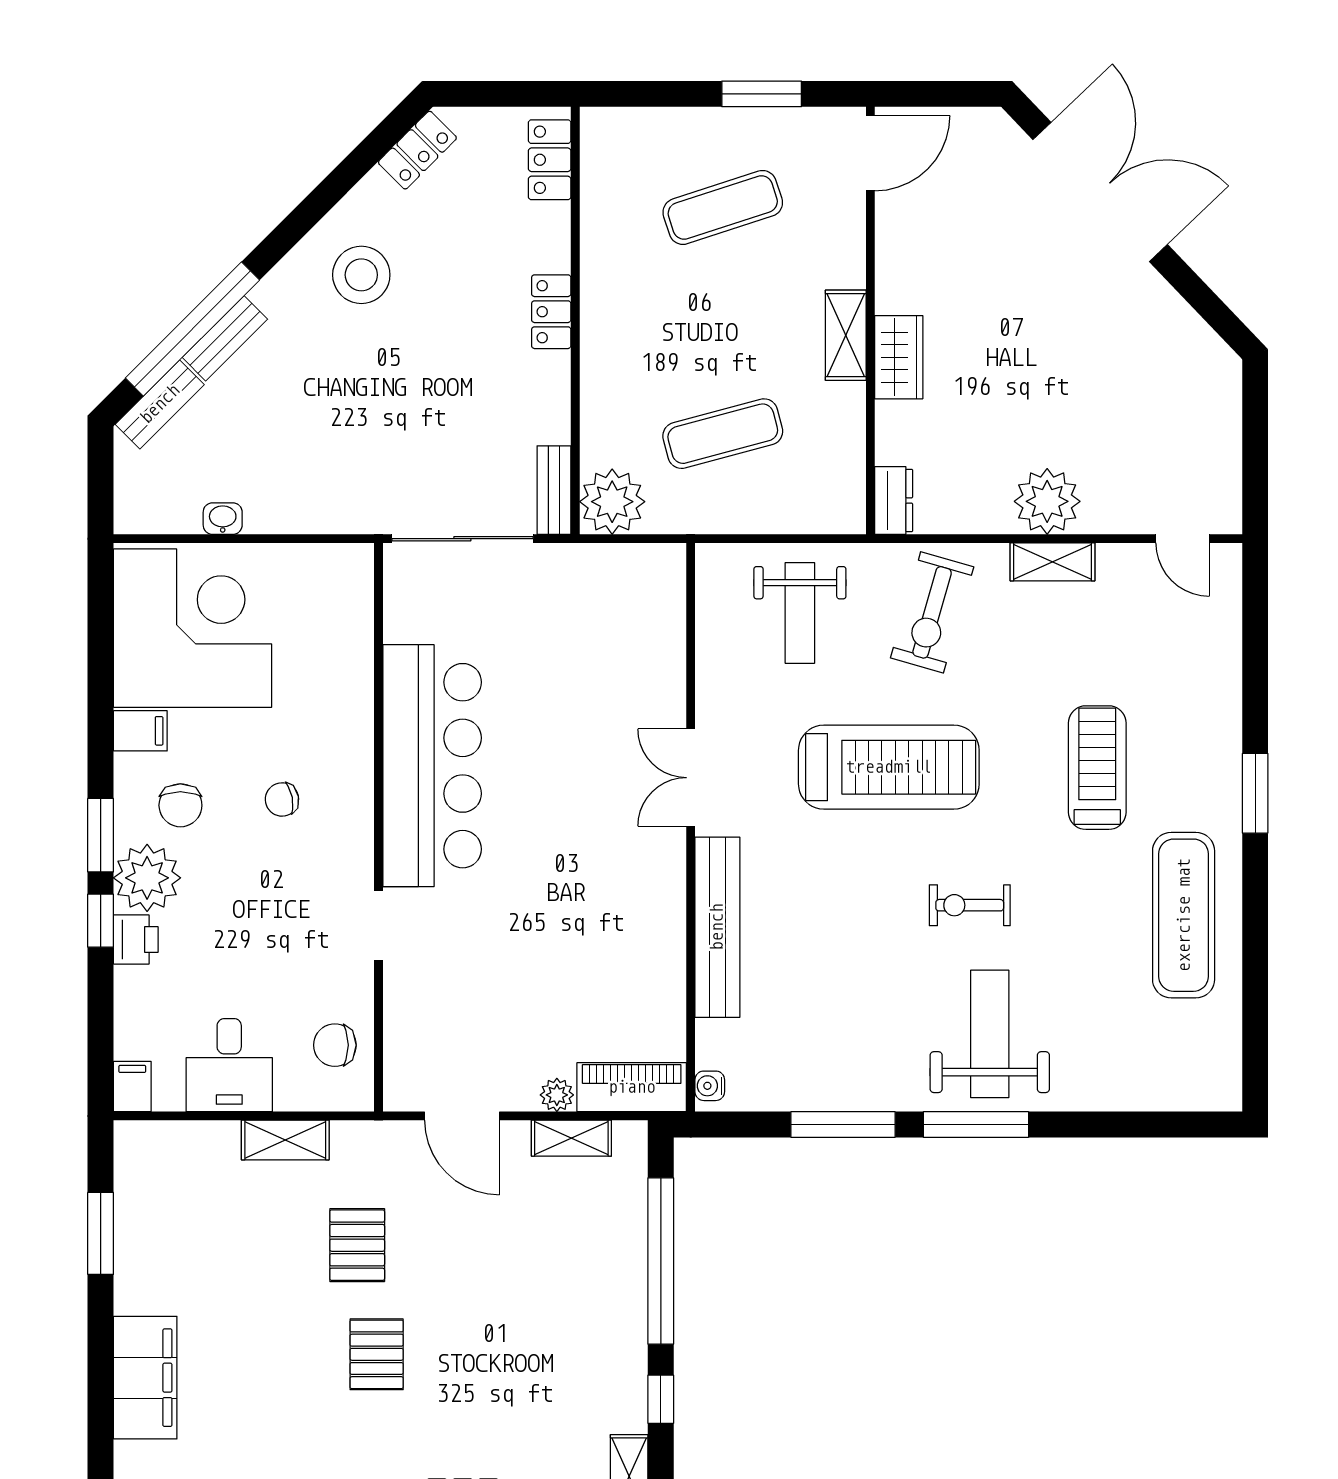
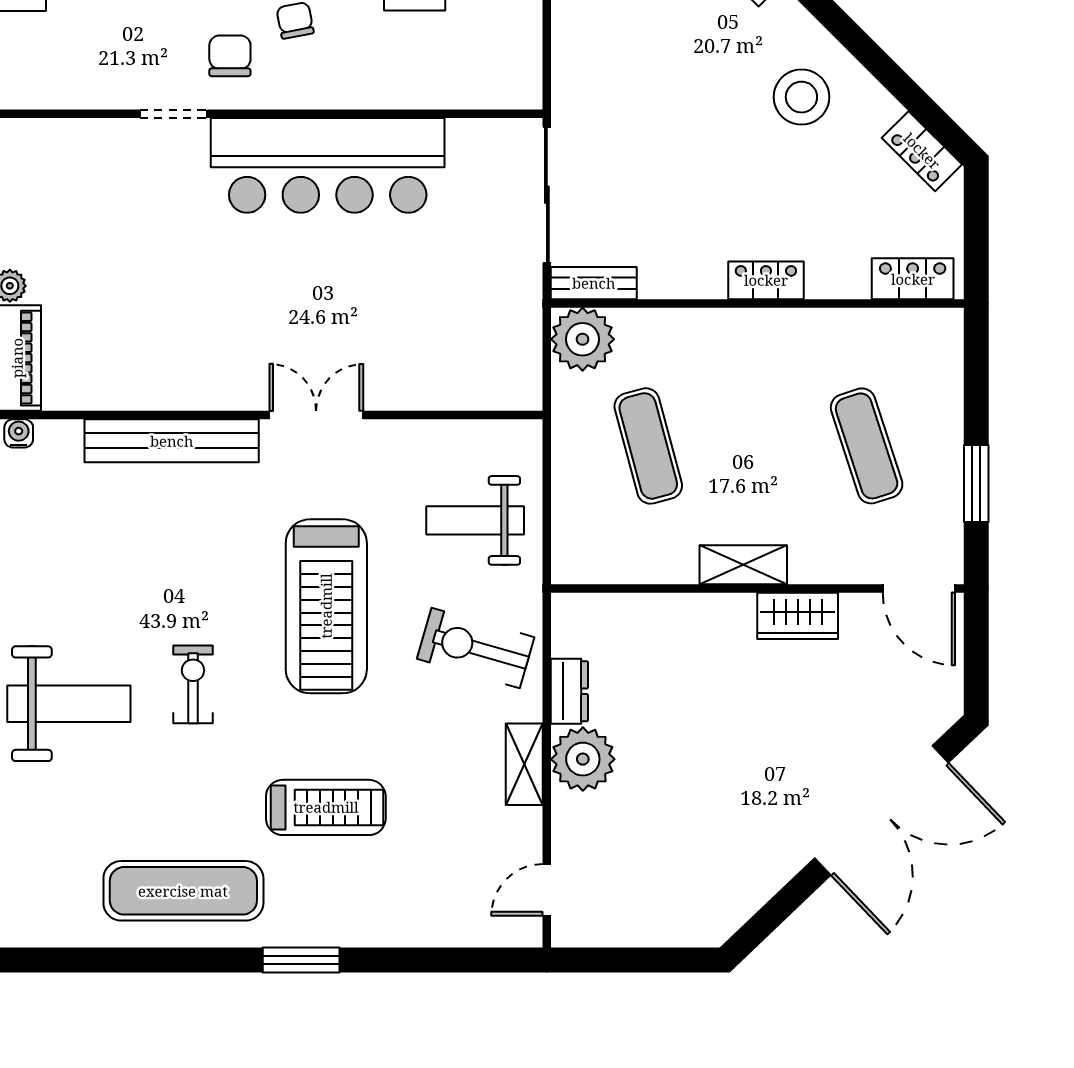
wardrobe: (899, 357) -> (798, 616), moved
dresser: (894, 501) -> (569, 691), moved, turned -90
chair: (335, 1045) -> (230, 56), moved

